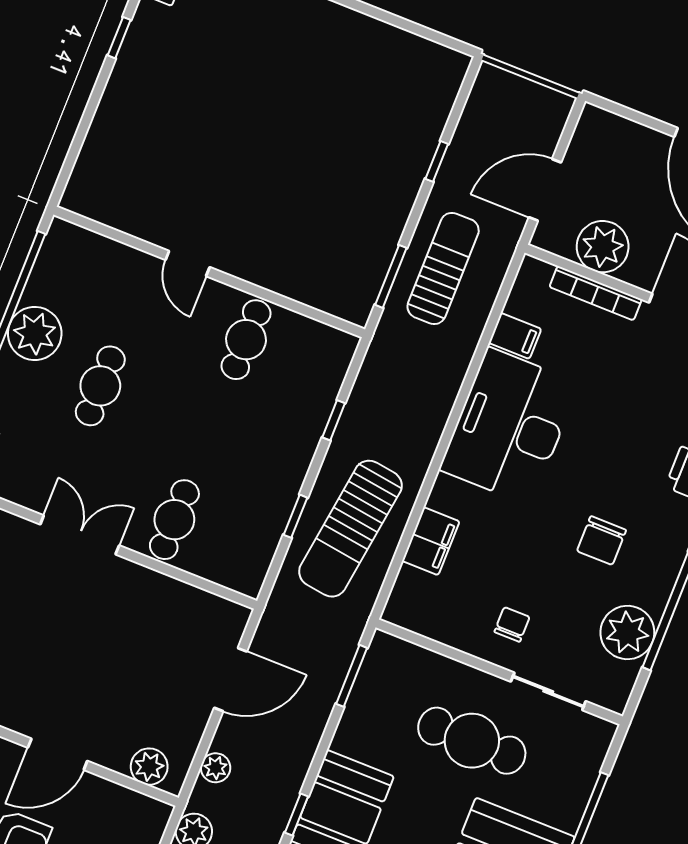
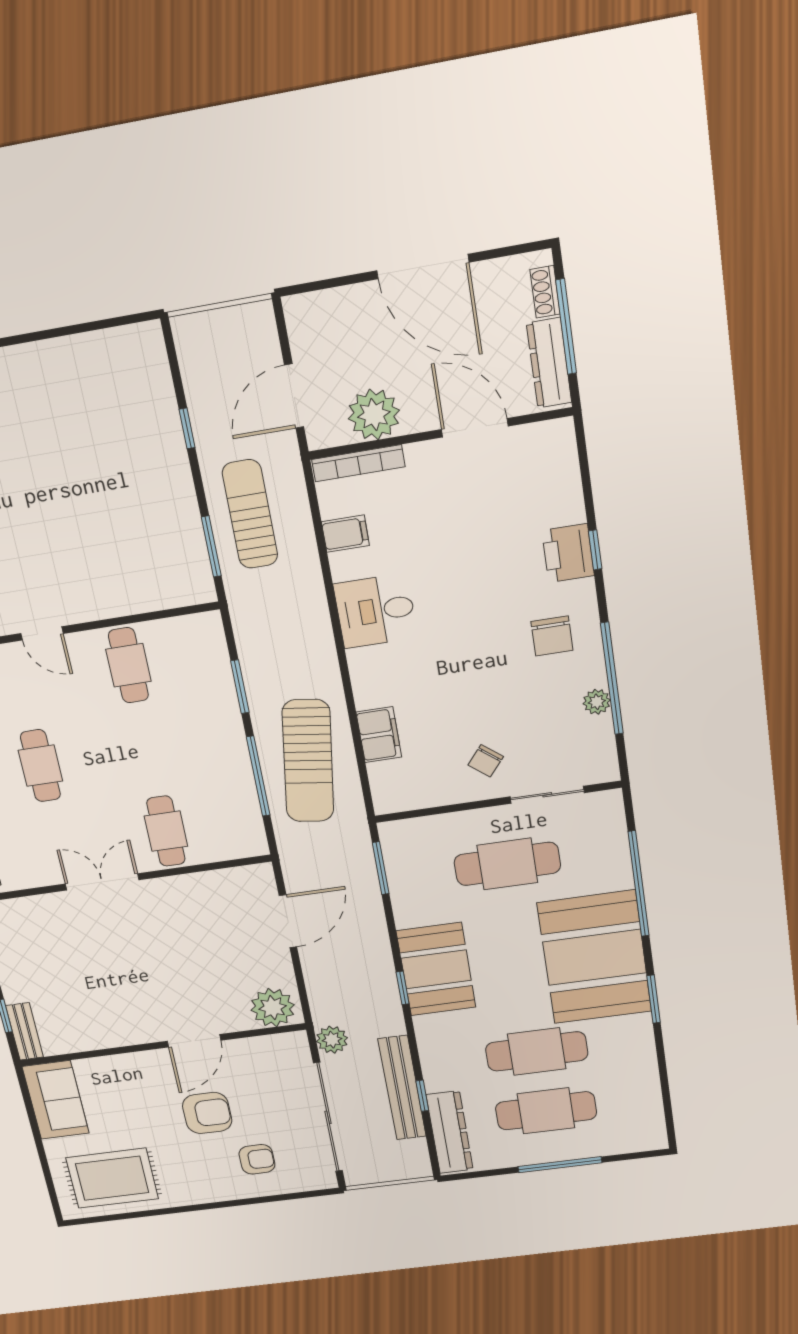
bookcase: (596, 293) -> (358, 463), moved
window: (334, 420) -> (240, 687), width x1.50
desk: (509, 426) -> (376, 611), width x0.53, depth x0.77
window: (295, 516) -> (258, 776), width x2.17
chair: (602, 540) -> (552, 636), moved
chair: (512, 624) -> (486, 761), turned -141
plant: (627, 633) -> (597, 702), width x0.53, depth x0.53
plant: (149, 767) -> (273, 1008), width x1.36, depth x1.36
plant: (216, 768) -> (319, 988), removed

